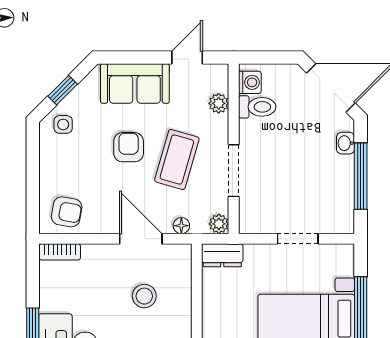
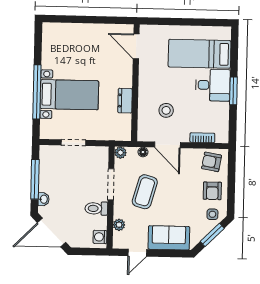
window: (63, 90) -> (212, 235), width x1.50
toilet: (257, 107) -> (96, 208), moved
armchair: (129, 147) -> (212, 191), moved
bookcase: (60, 252) -> (202, 138), moved
dresser: (222, 255) -> (125, 101), moved, turned -90

